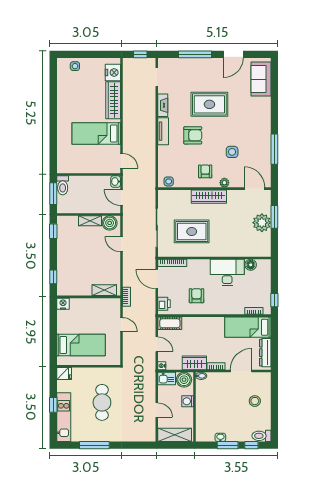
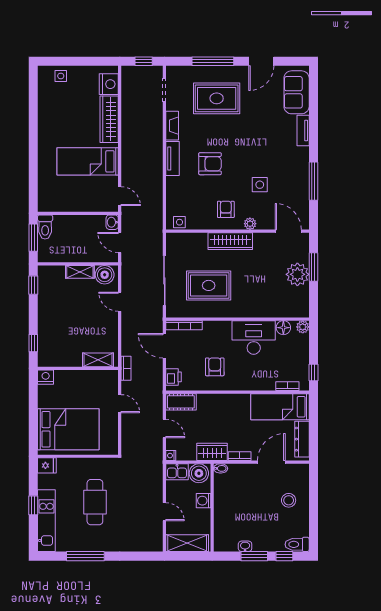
rug: (209, 104) -> (217, 98), moved
tv unit: (266, 109) -> (303, 131), added
plant: (266, 264) -> (303, 327), added
bed: (81, 345) -> (68, 429), width x1.50

